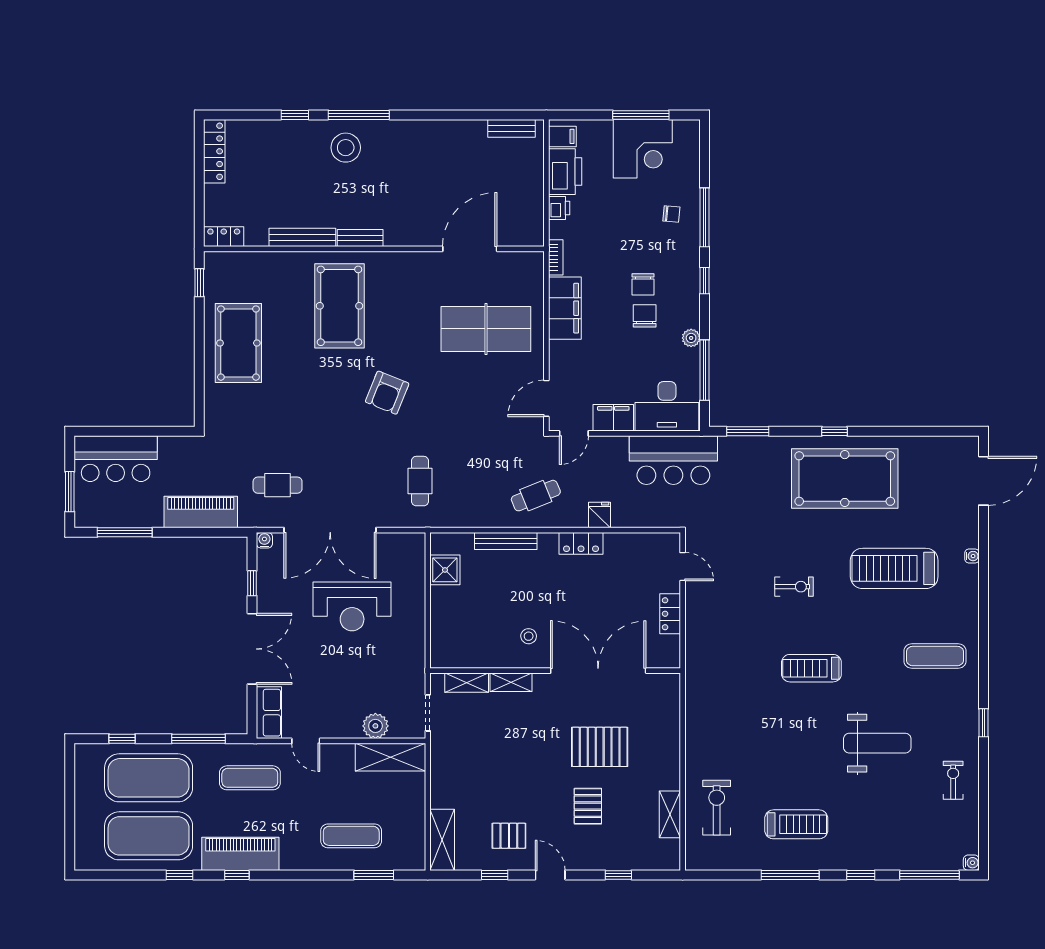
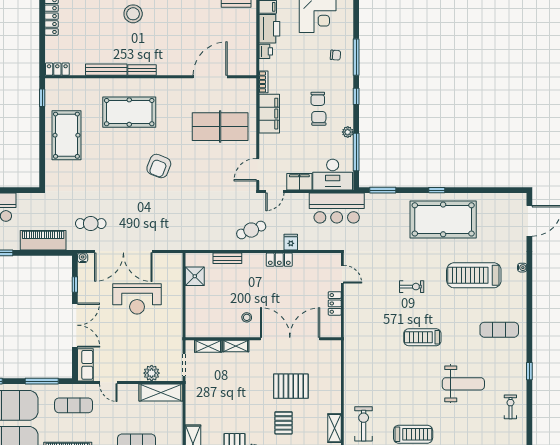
pool table: (339, 306) -> (129, 112), turned 90
cafe table: (420, 481) -> (179, 221), removed
bench: (506, 541) -> (227, 258), width x0.73

